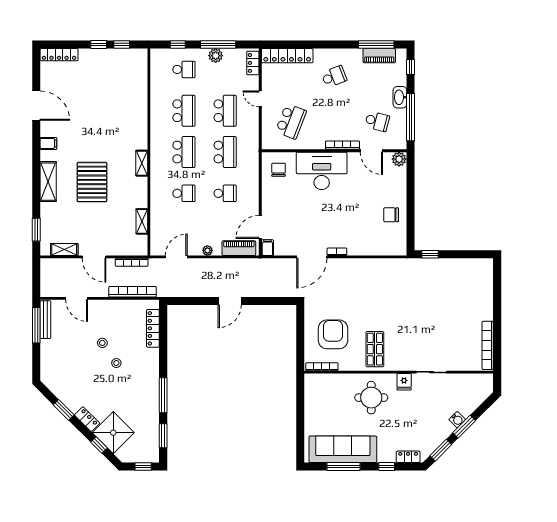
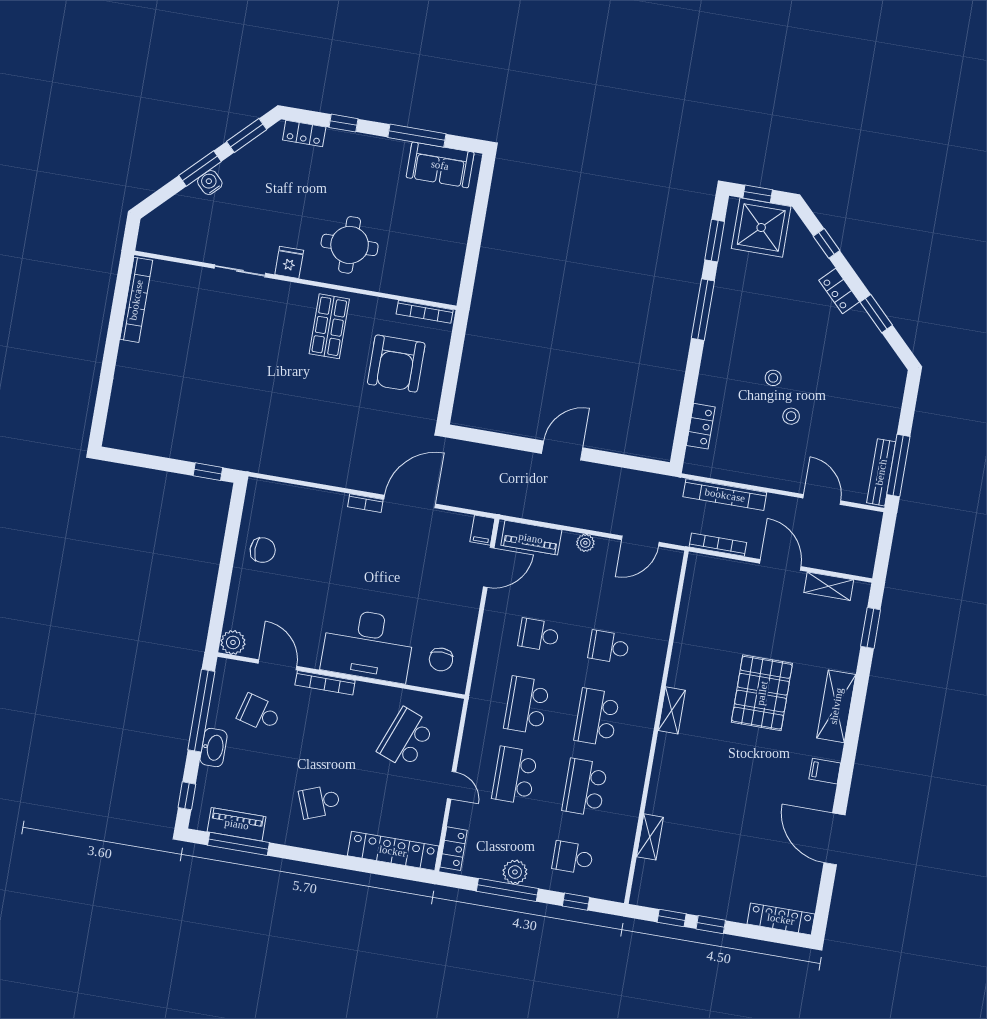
shelving: (142, 221) -> (650, 837), moved
locker: (153, 328) -> (701, 426), width x0.66
shower: (113, 433) -> (761, 227), moved, turned 45
sofa: (343, 449) -> (440, 165), width x0.54, depth x0.79

